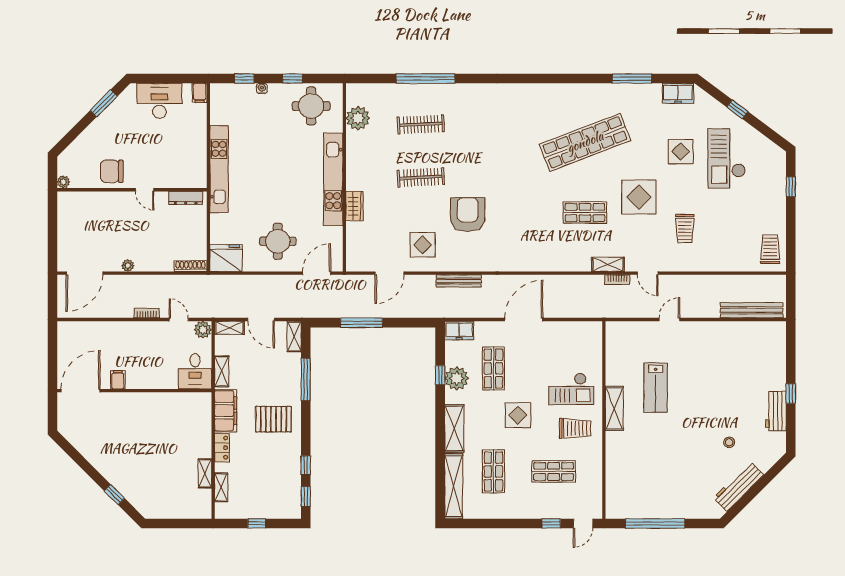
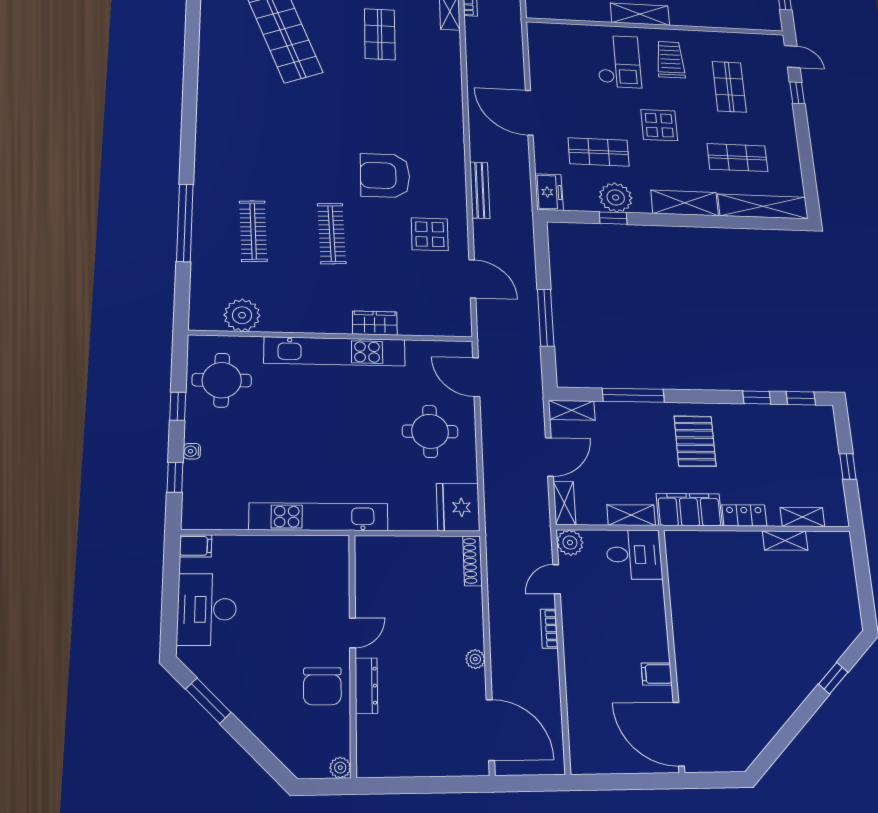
dresser: (186, 198) -> (366, 686), moved

